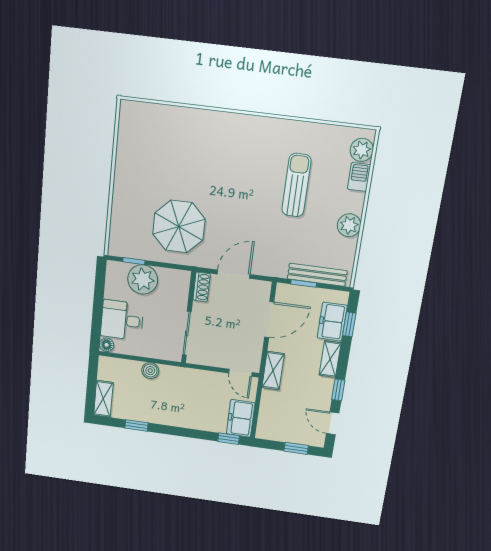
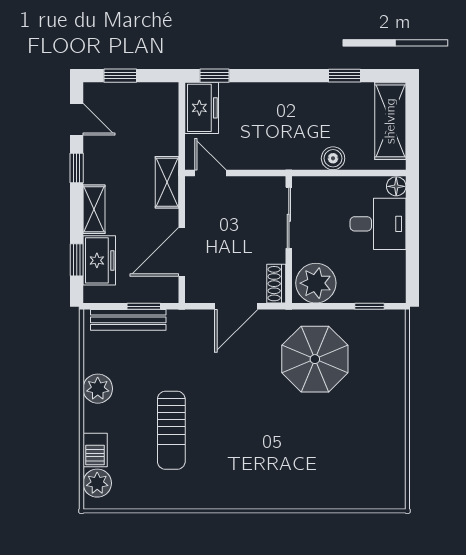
plant: (143, 279) -> (316, 283), moved
shelving: (103, 399) -> (390, 121), width x1.50, depth x1.33

